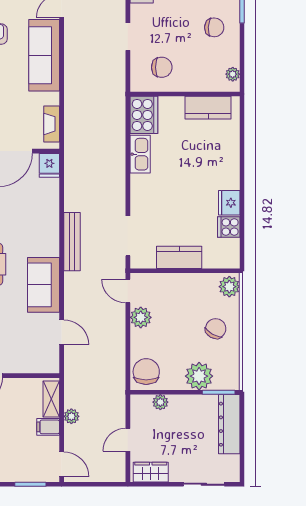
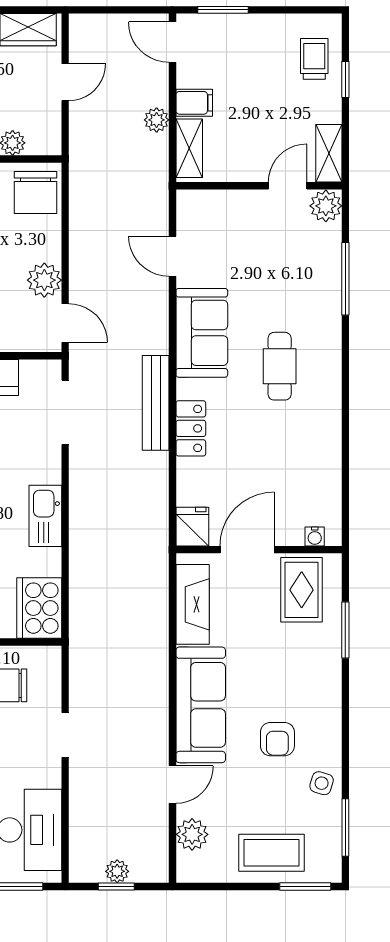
fireplace: (52, 124) -> (193, 604), width x1.37, depth x1.32
kitchen sink: (140, 154) -> (45, 516), moved
locker: (50, 226) -> (191, 428), added

